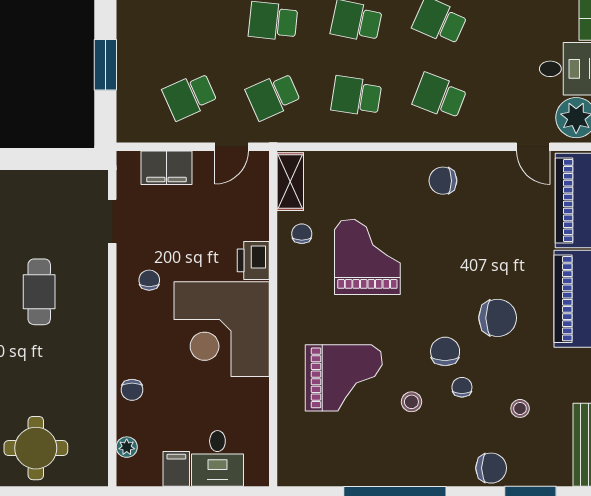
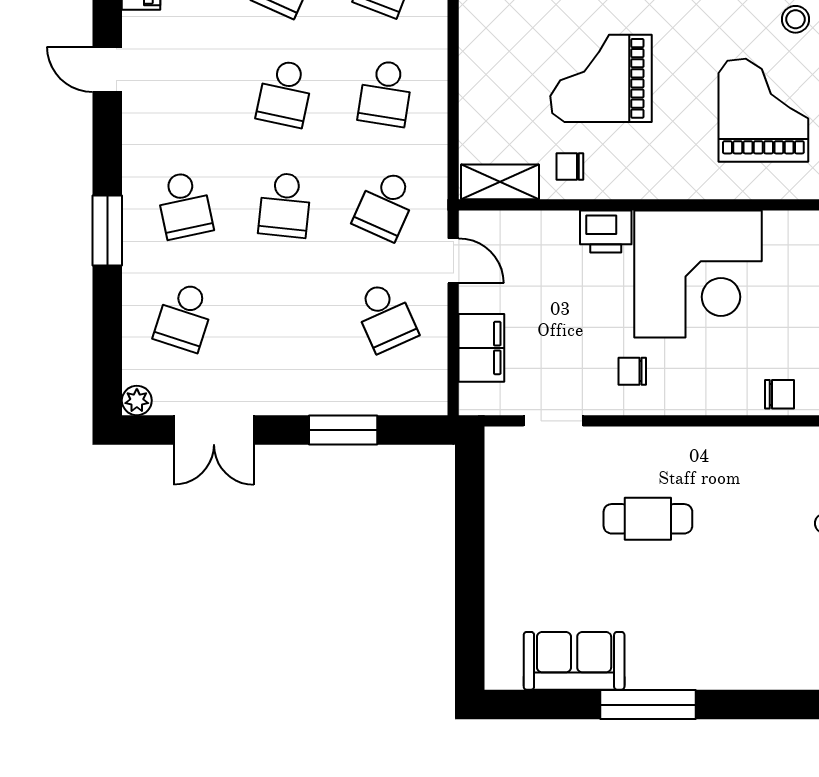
school desk: (273, 96) -> (385, 205), turned 48

